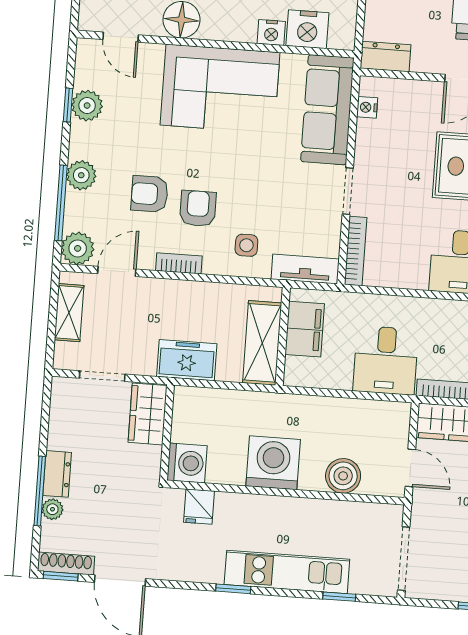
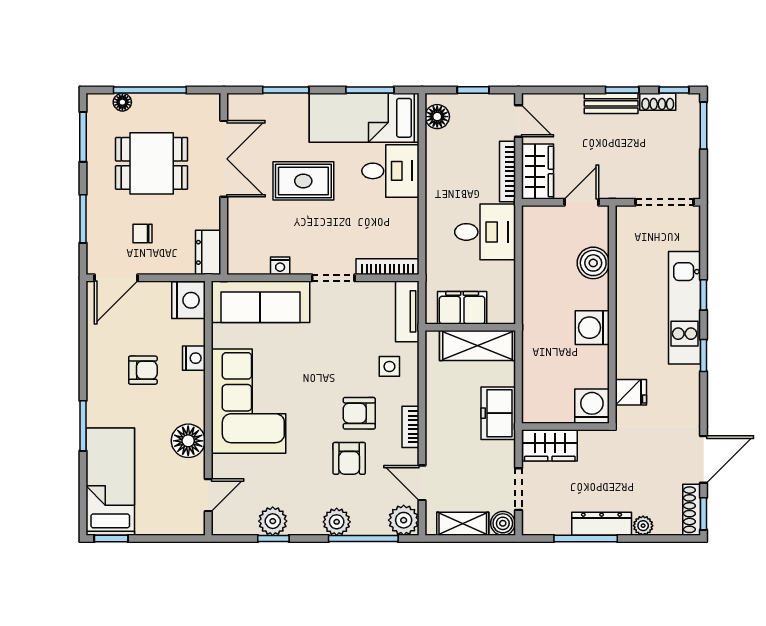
nightstand: (307, 29) -> (188, 300), moved
nightstand: (367, 107) -> (280, 266), moved
boiler: (66, 356) -> (503, 523), added
washing machine: (273, 463) -> (592, 328), width x0.73, depth x0.73
dresser: (57, 474) -> (602, 524), width x1.44
window: (40, 491) -> (586, 539), moved
window: (339, 597) -> (704, 295), moved

